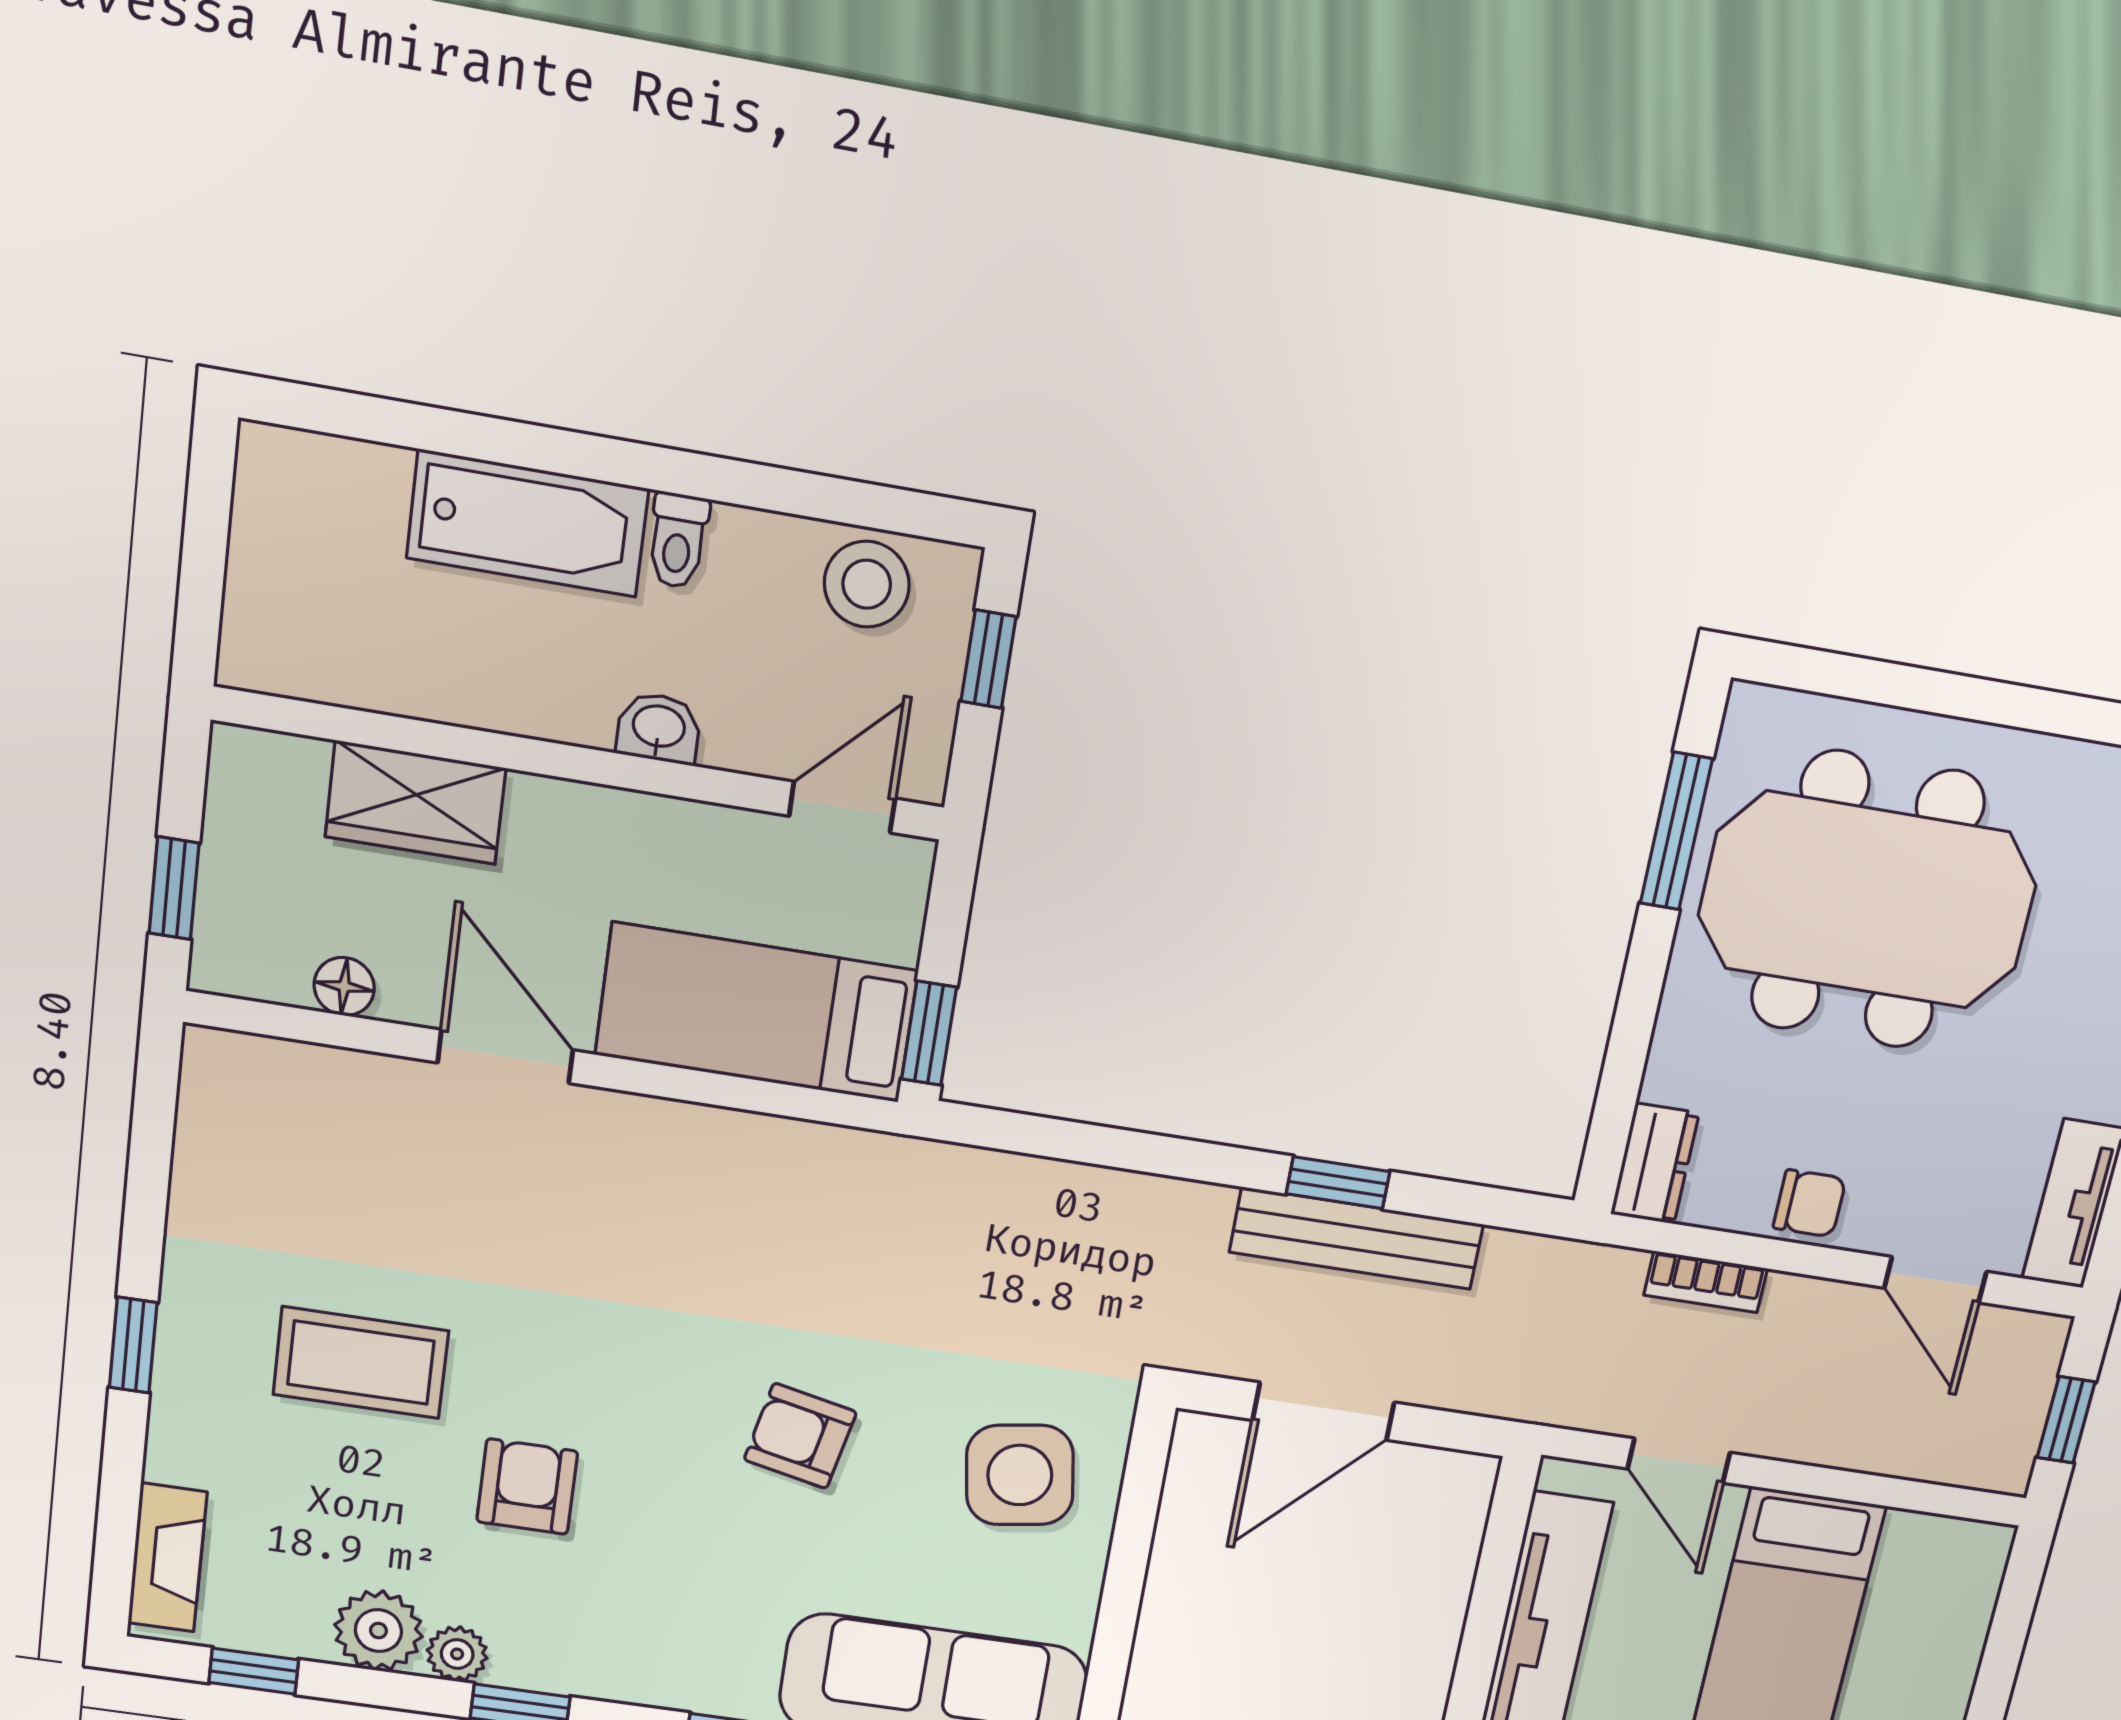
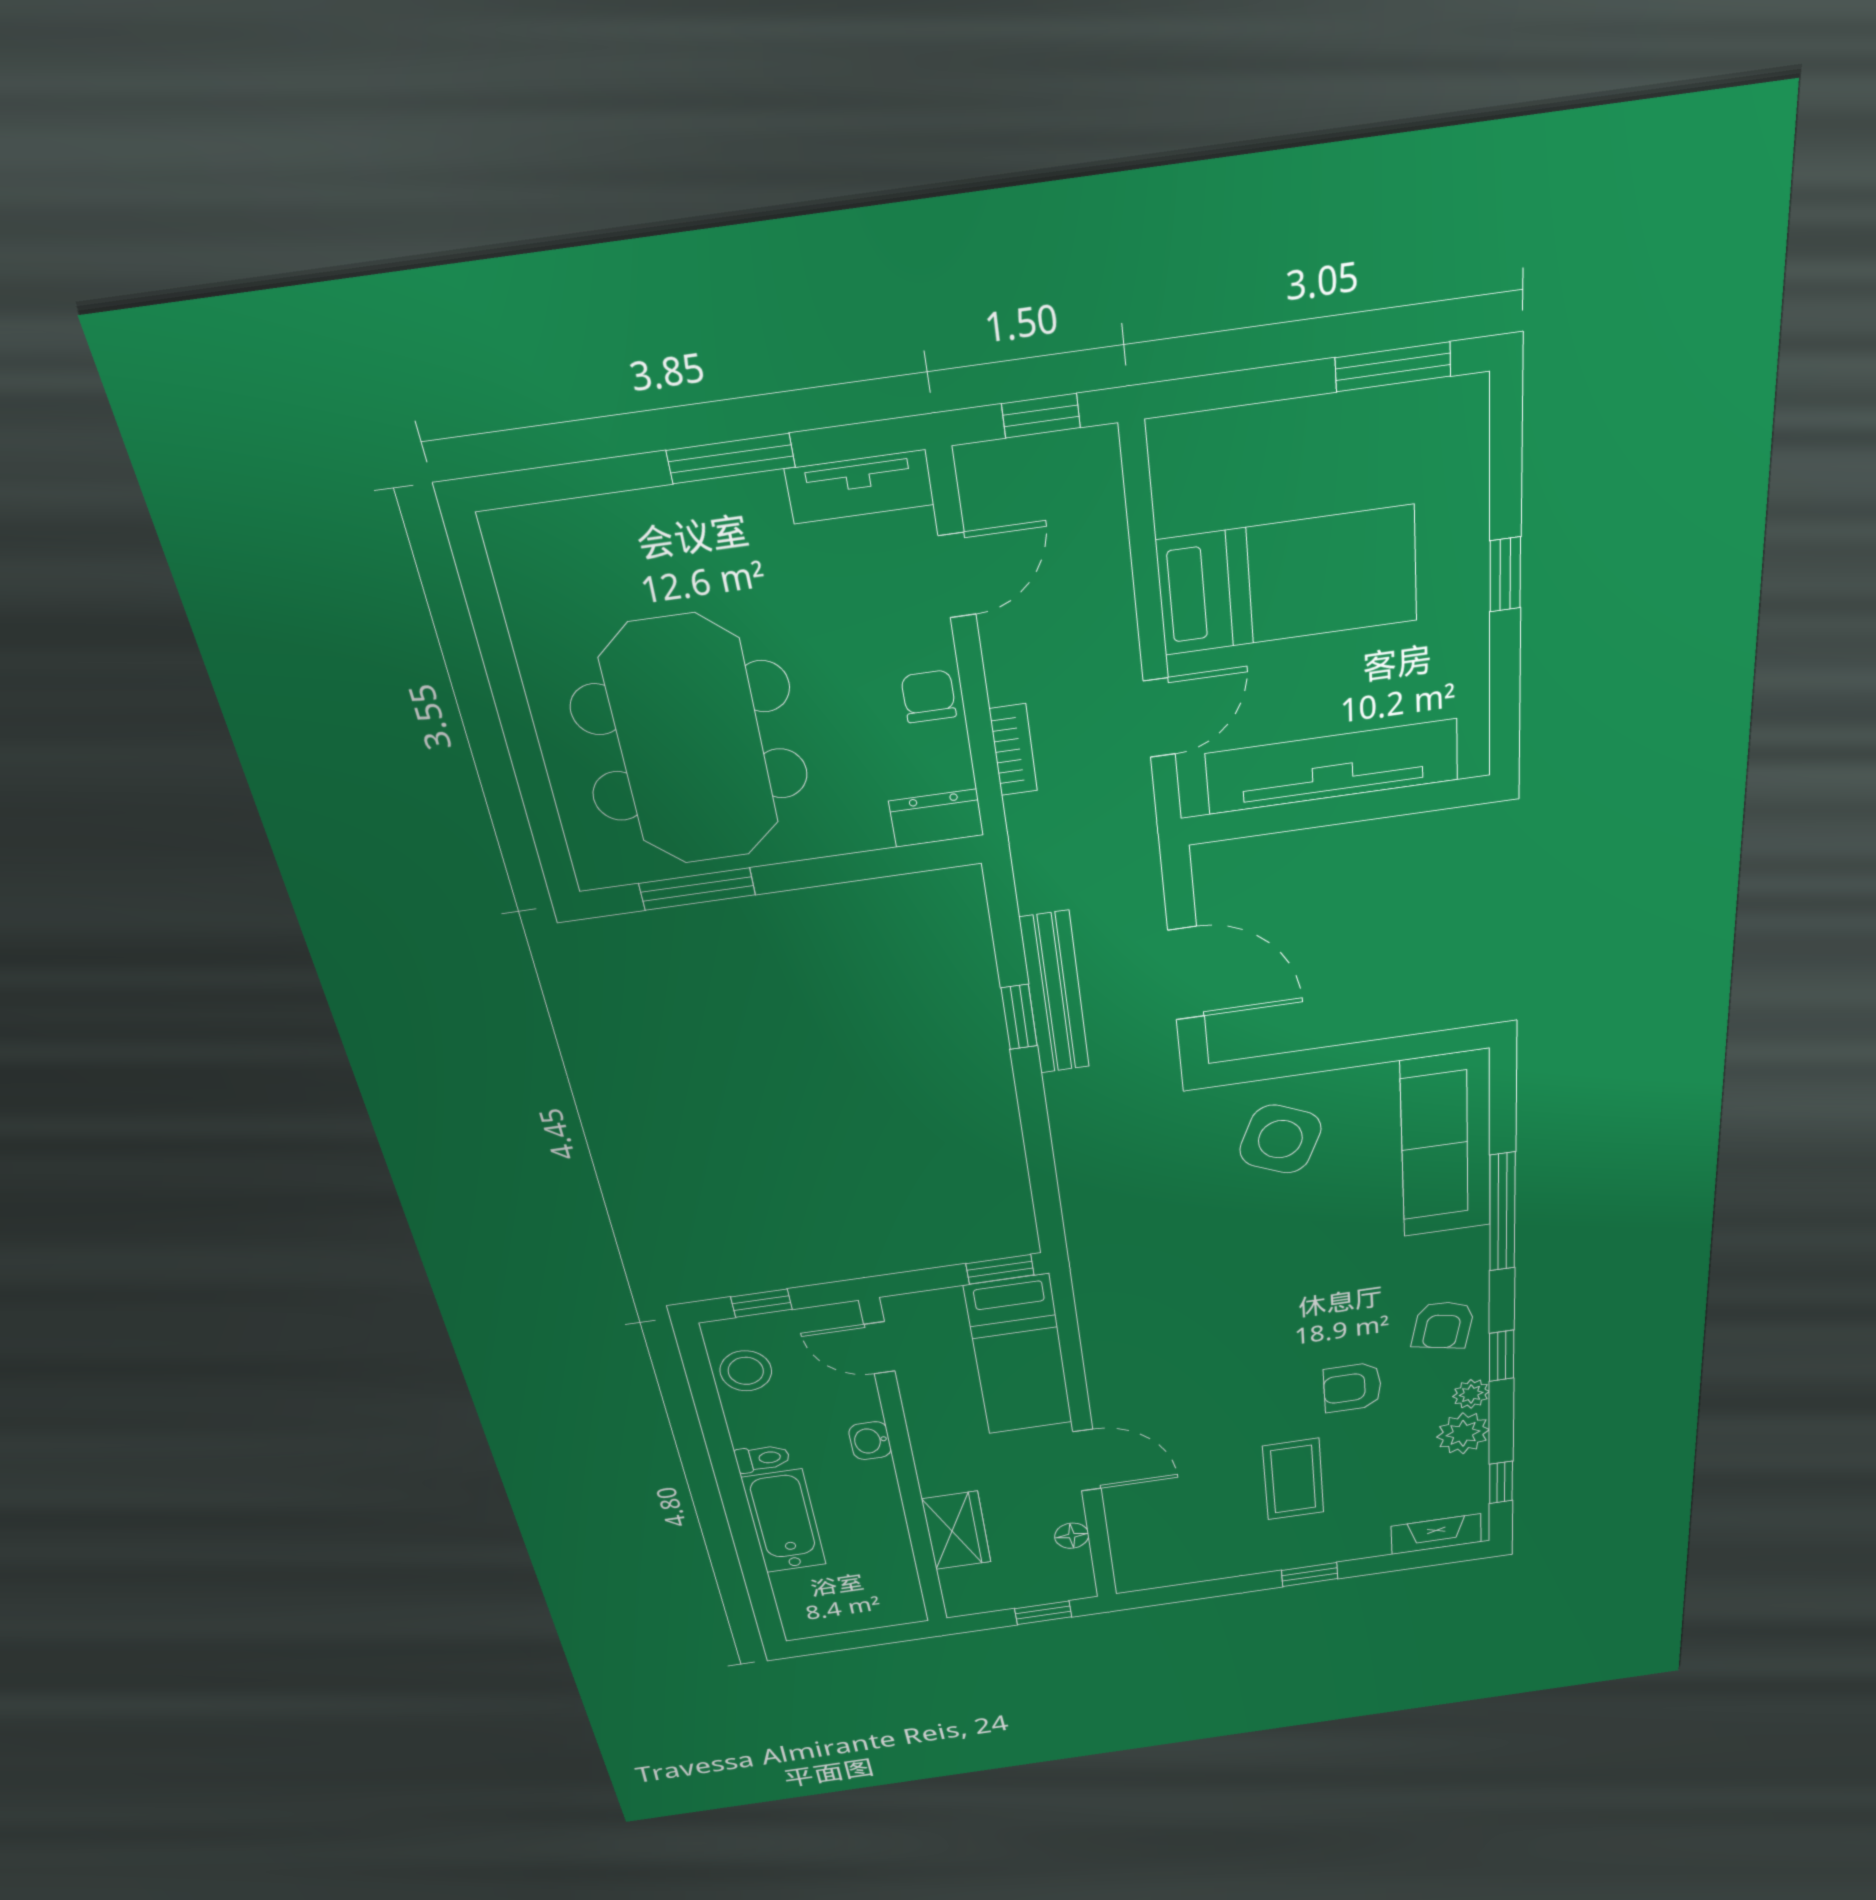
door: (505, 1056) -> (1087, 1460), swing flipped
armchair: (800, 1436) -> (1443, 1325), moved
side table: (1020, 1475) -> (1280, 1139), turned 33

